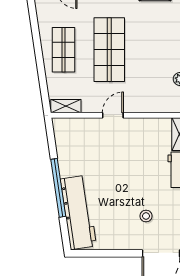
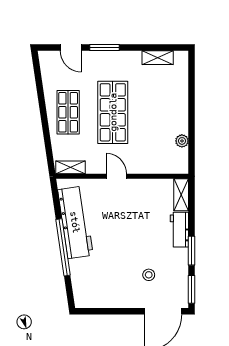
door: (113, 115) -> (116, 176), hinge flipped
workbench: (78, 212) -> (75, 222), moved

